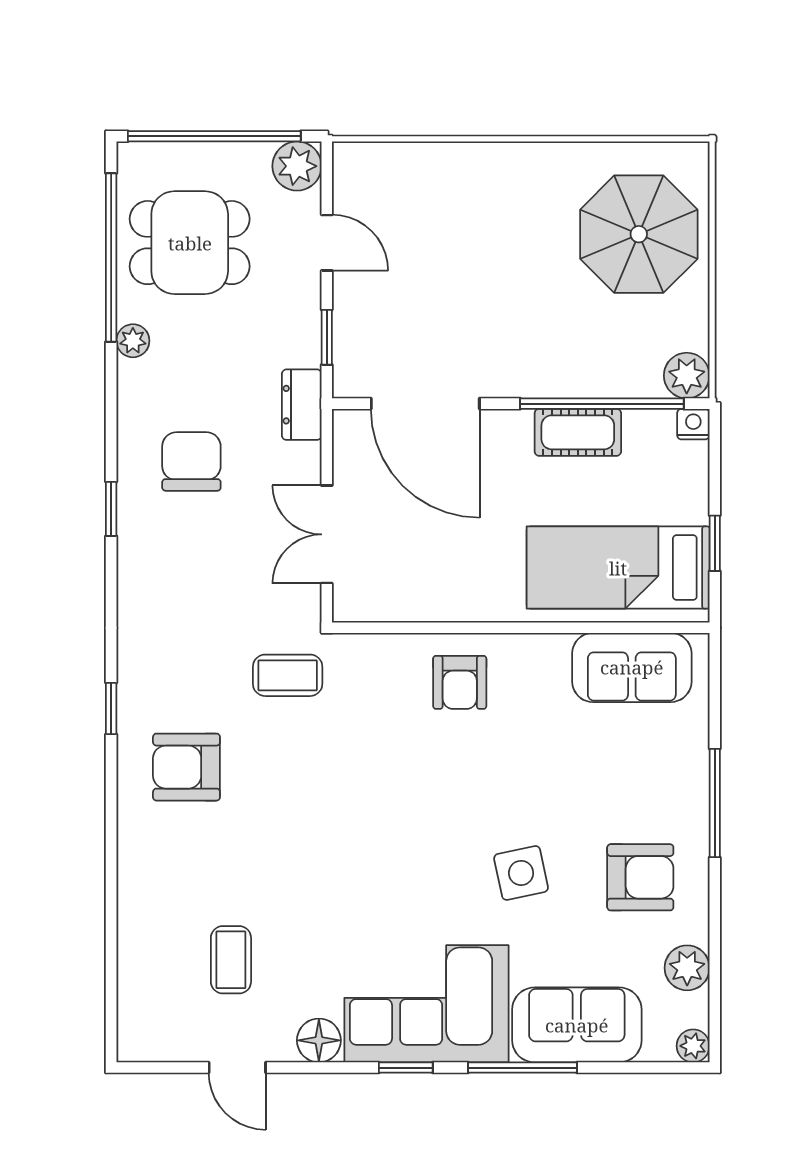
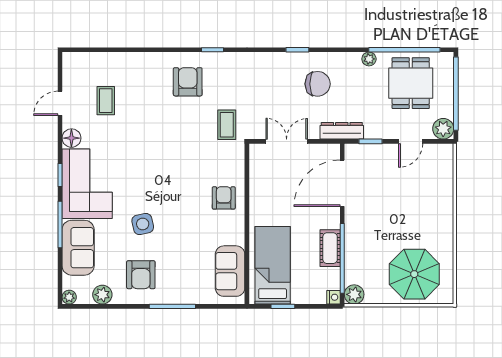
dresser: (302, 405) -> (342, 131), width x1.44
armchair: (460, 682) -> (224, 198), turned 90
coffee table: (231, 960) -> (106, 101), turned 90

